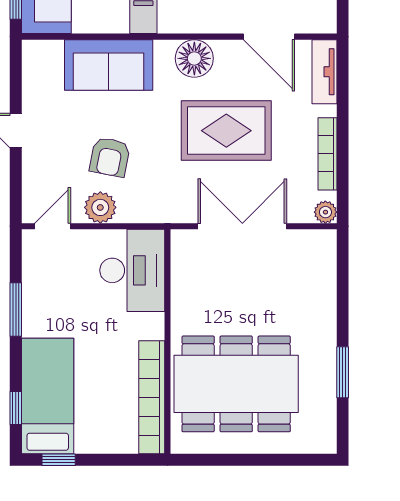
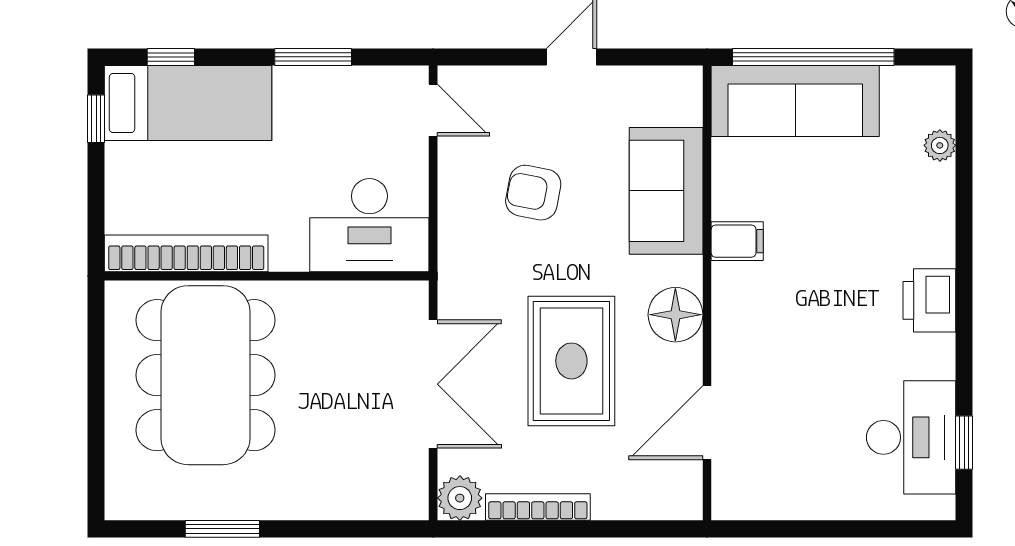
tv unit: (324, 72) -> (656, 503), removed
plant: (100, 207) -> (460, 179), removed
plant: (325, 212) -> (460, 498), width x1.38, depth x1.38

